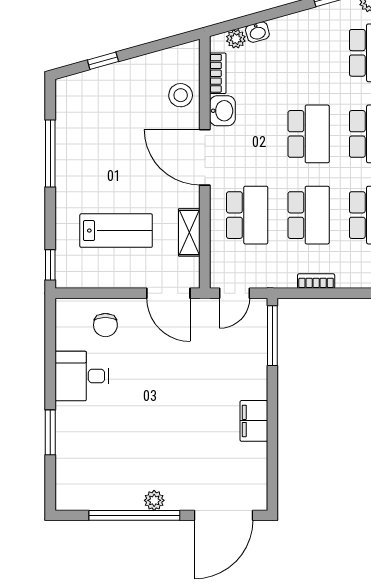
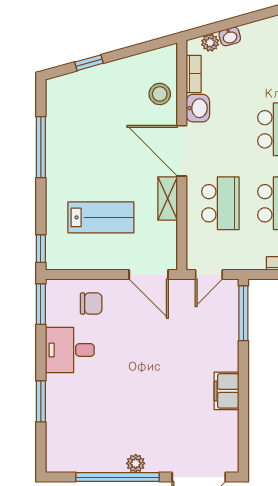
shelving: (189, 232) -> (168, 198), moved
chair: (105, 325) -> (91, 304), turned -90
window: (50, 326) -> (41, 304), added

